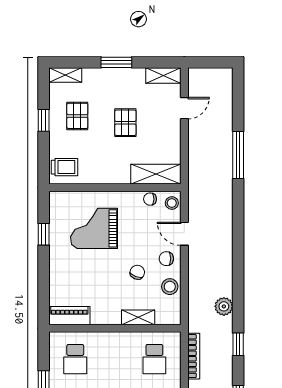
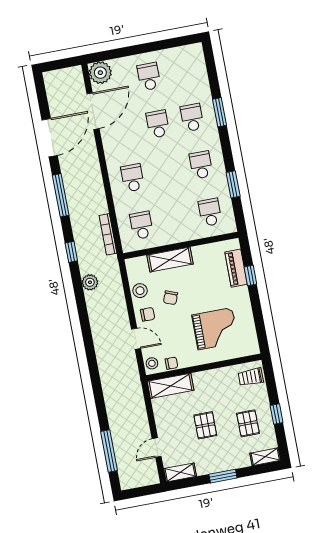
window: (238, 155) -> (109, 451), moved
window: (44, 234) -> (250, 276), moved
piano: (69, 316) -> (236, 268), moved, turned 90
shelving: (138, 317) -> (170, 260), width x1.50, depth x1.33

